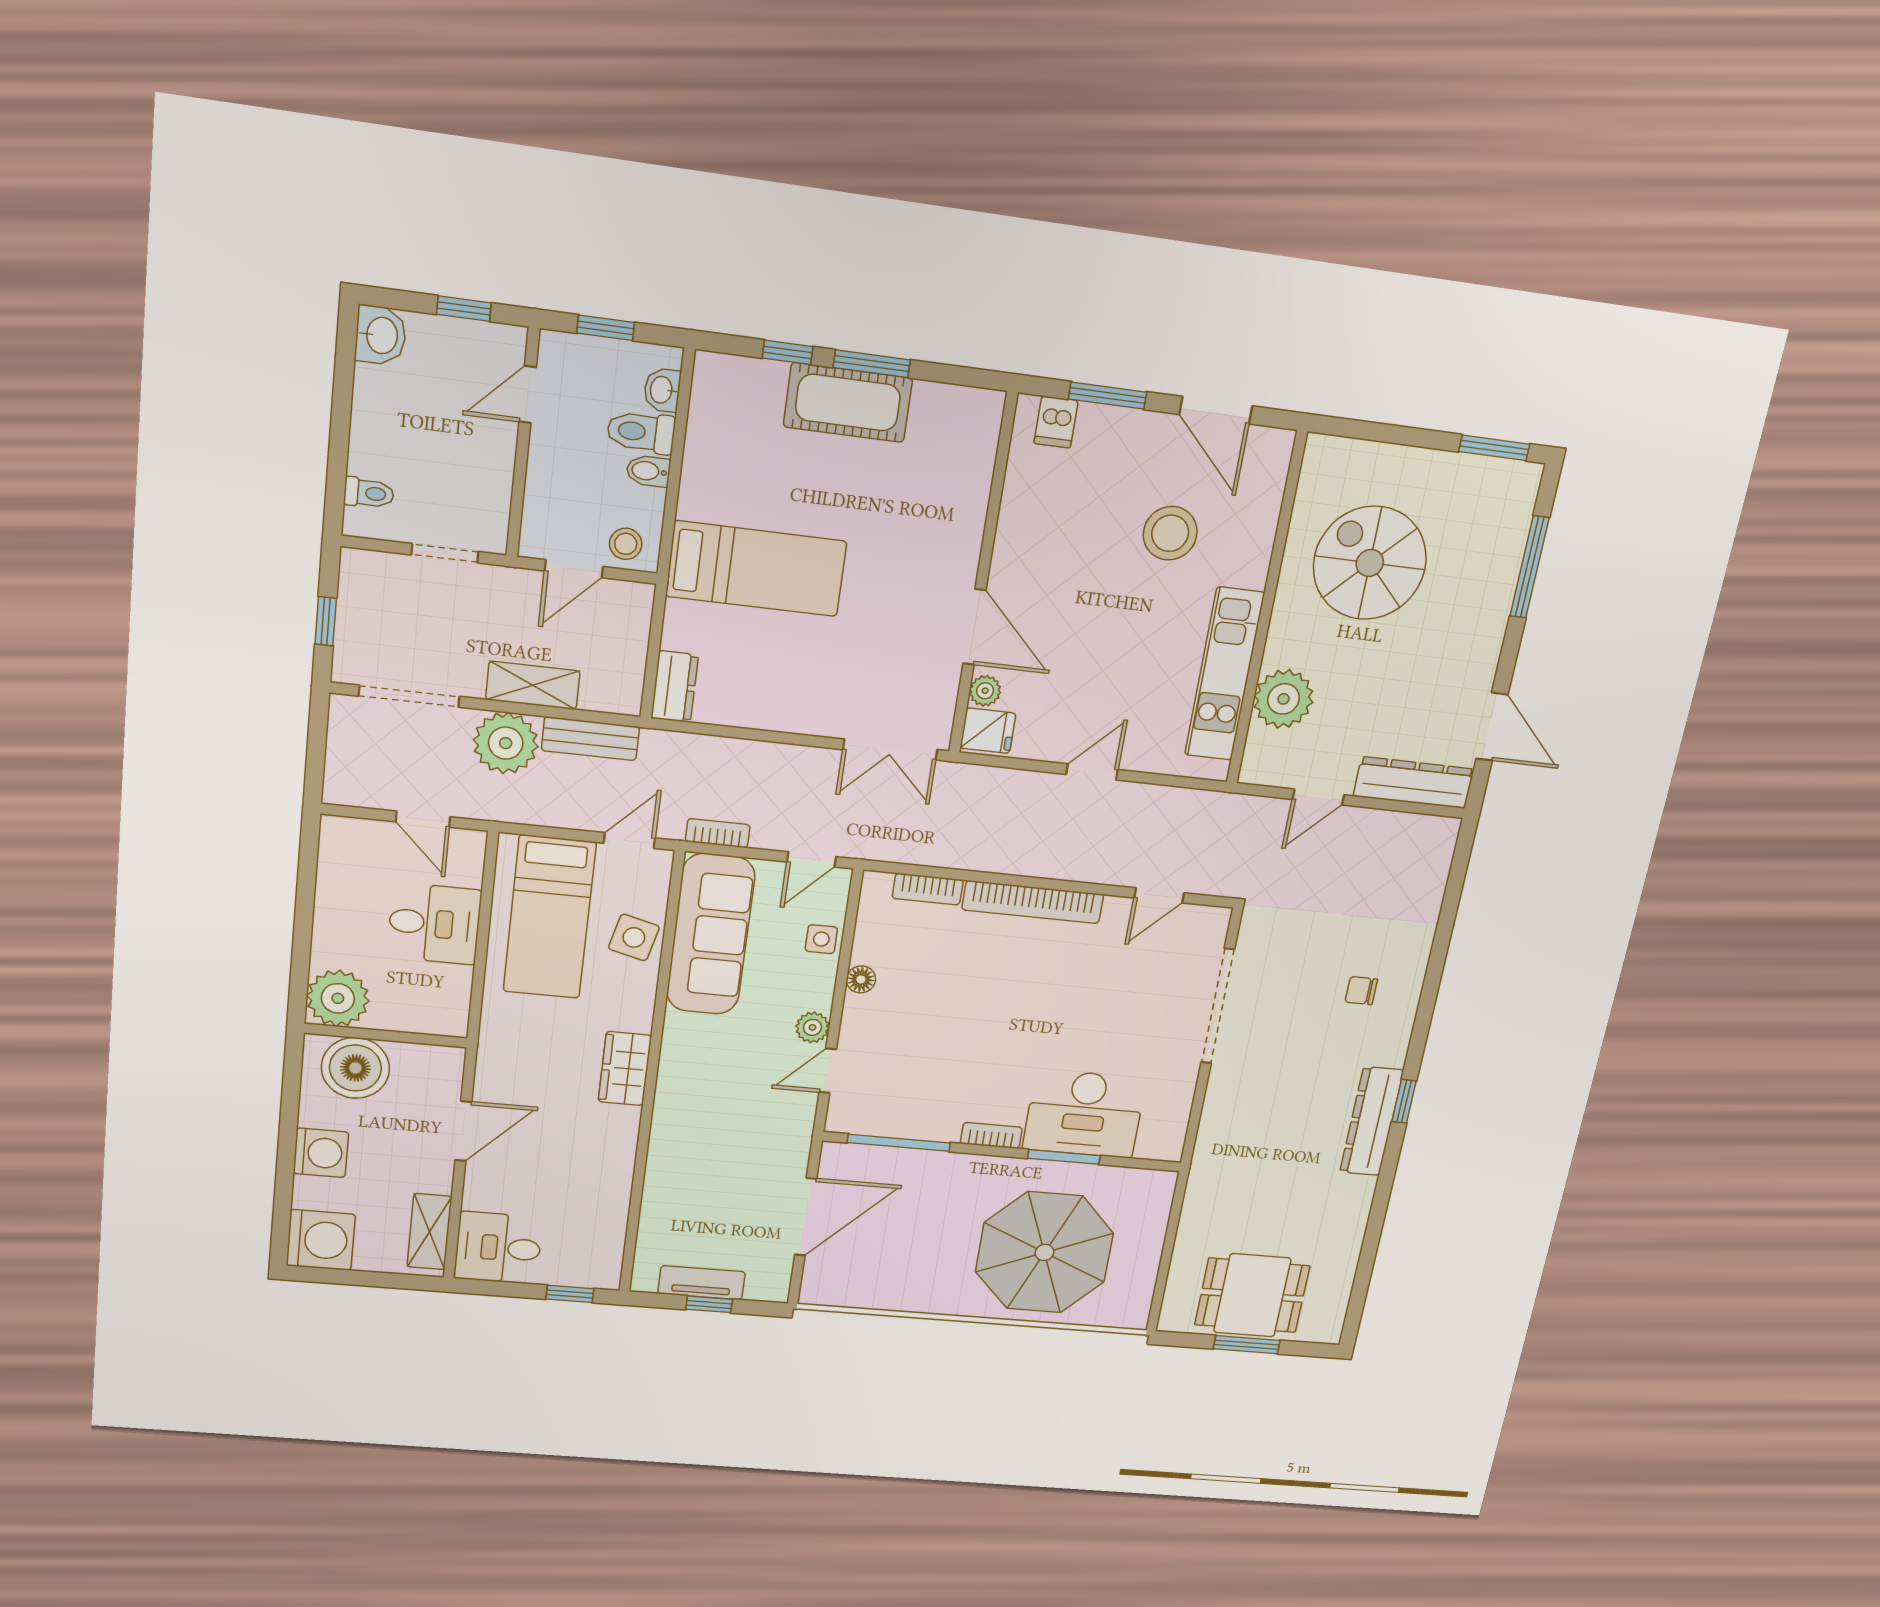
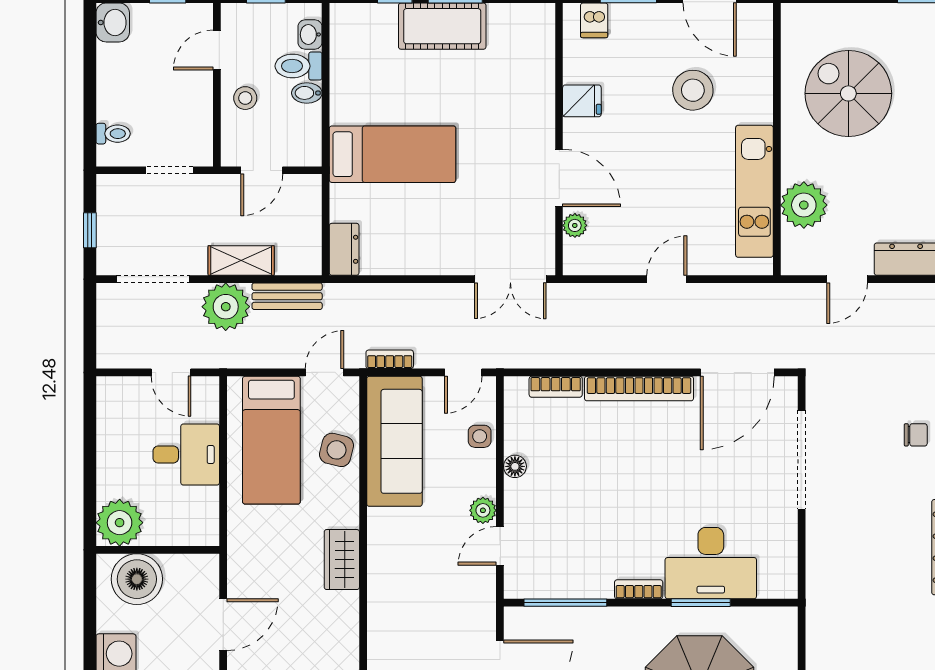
stool: (626, 544) -> (245, 98), moved
fridge: (988, 731) -> (582, 101), moved
door: (1159, 895) -> (737, 372), width x1.87
chair: (1361, 991) -> (916, 435), turned 180

